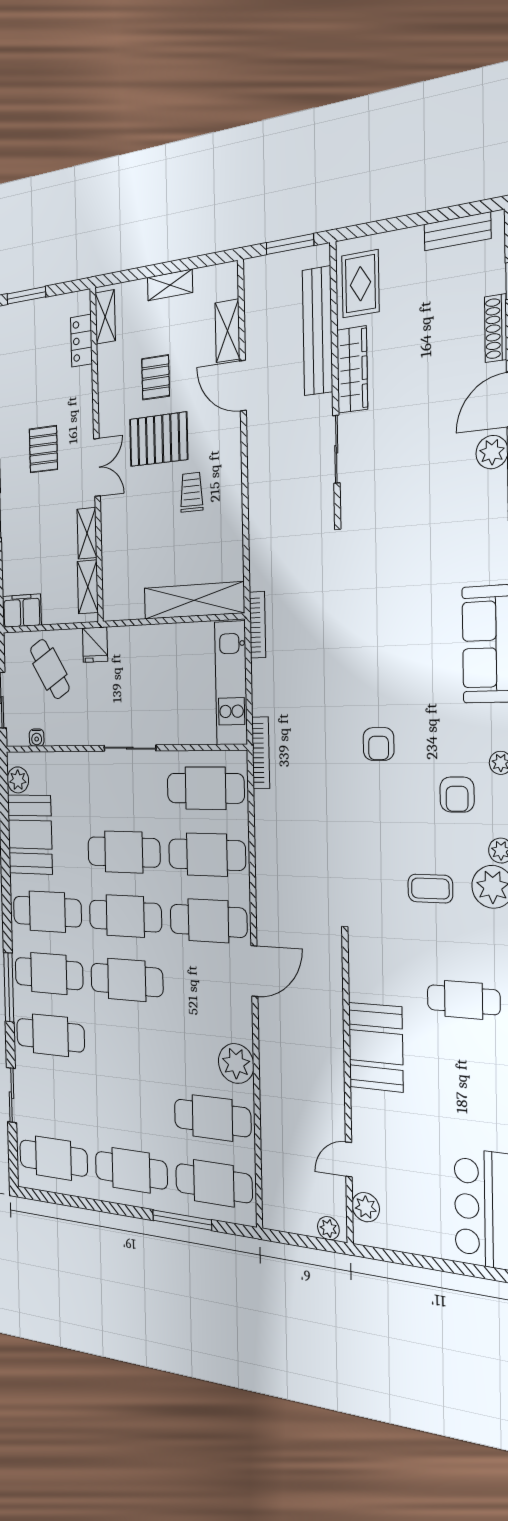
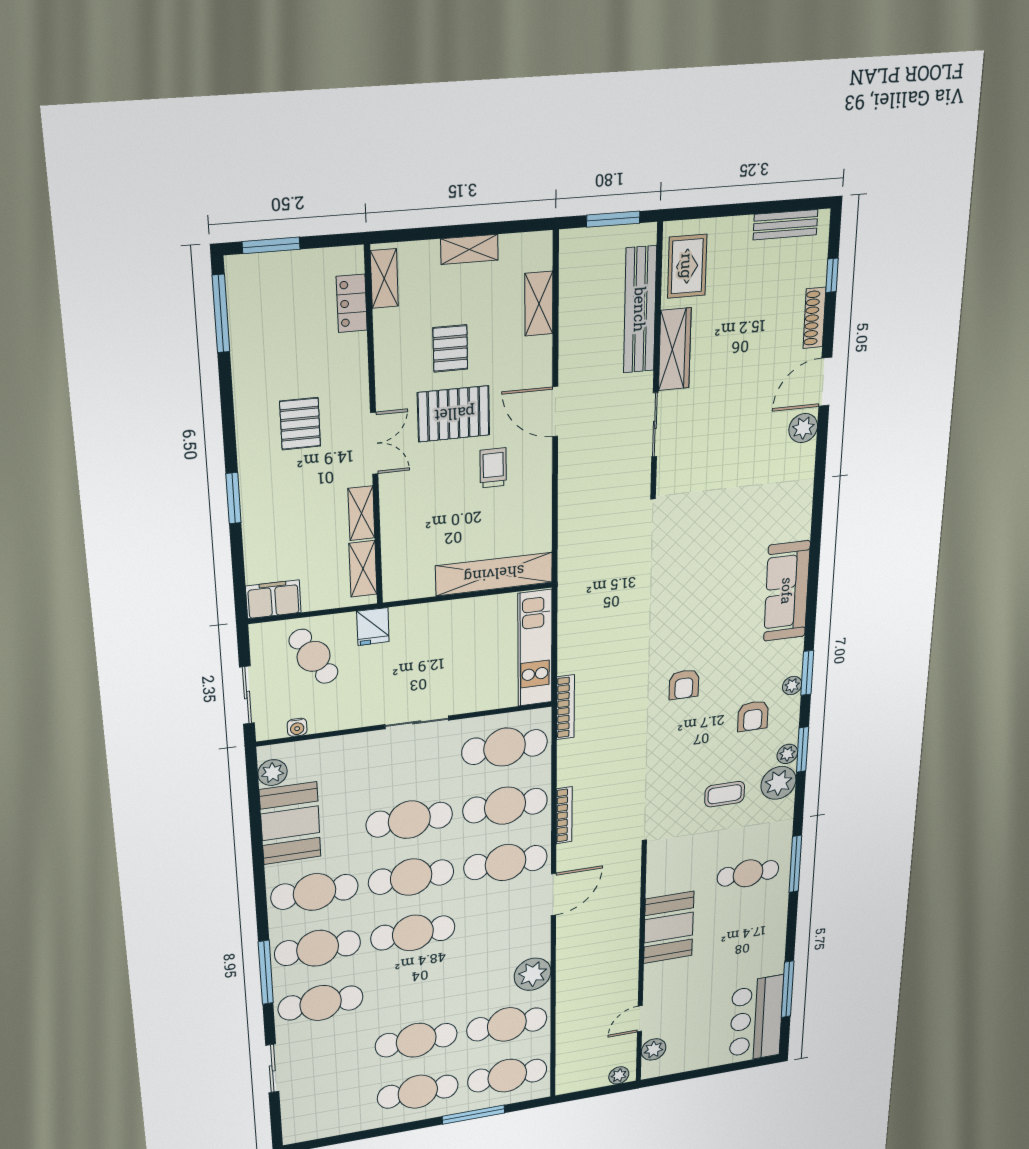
door: (243, 386) -> (555, 412), moved
bookcase: (258, 625) -> (564, 815), moved
cafe table: (53, 1158) -> (416, 1040), moved

